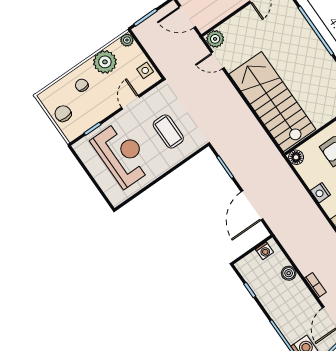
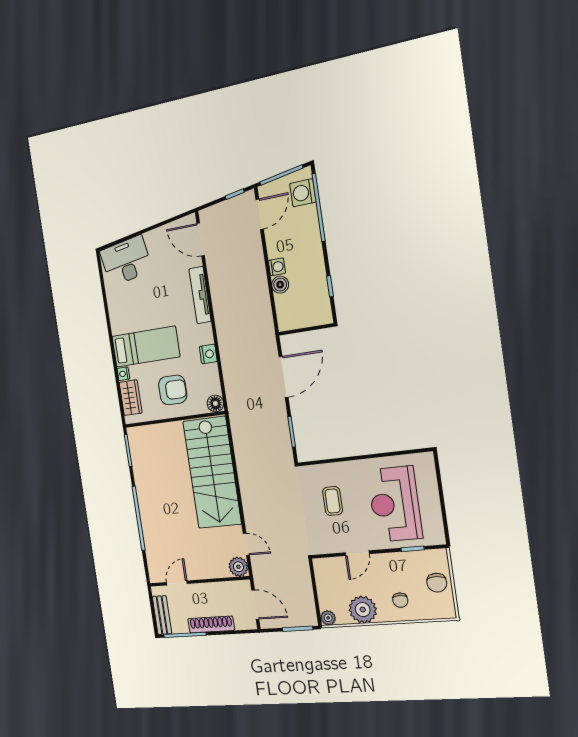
side table: (145, 70) -> (325, 577), removed
coffee table: (168, 131) -> (333, 501), width x0.73, depth x0.77
washing machine: (264, 251) -> (277, 267), moved, turned 90
bookcase: (315, 285) -> (259, 258), removed

